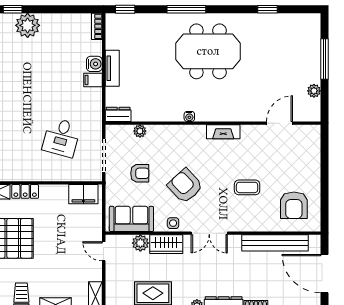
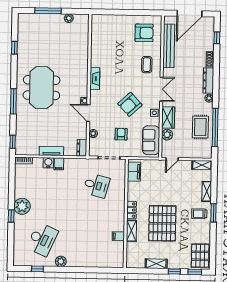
door: (280, 123) -> (88, 113), moved
coffee table: (247, 187) -> (147, 65), moved

